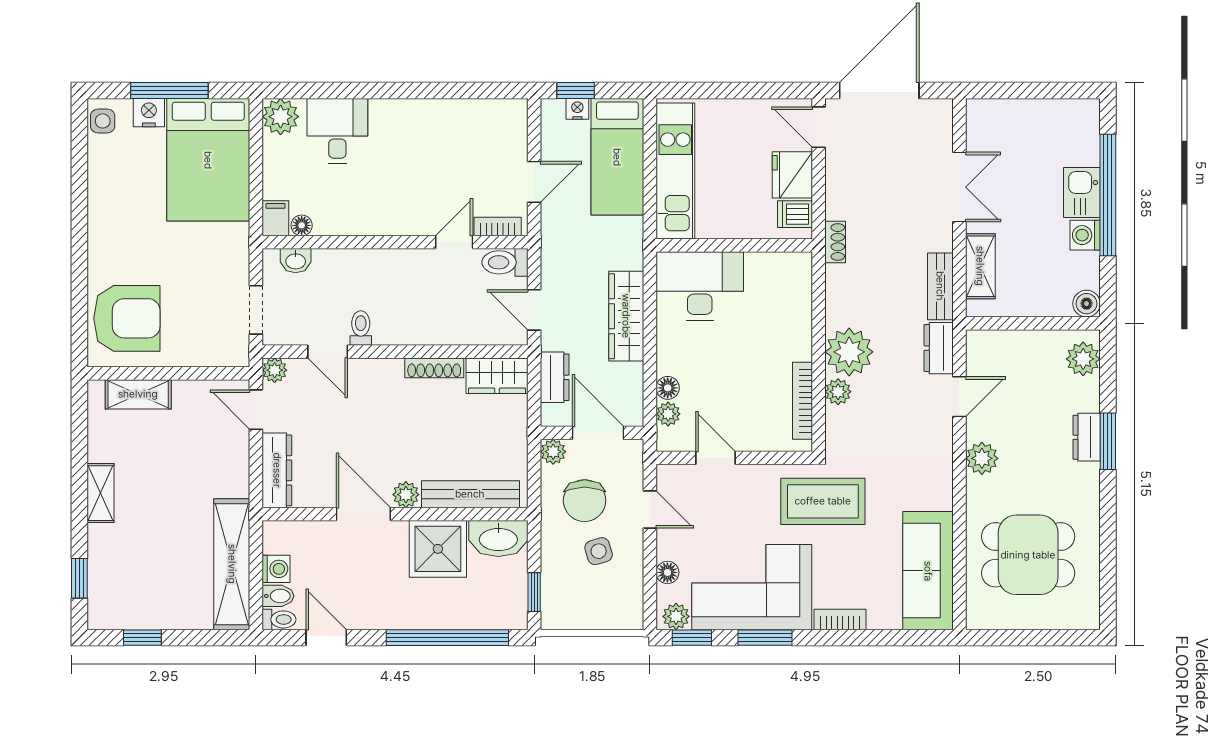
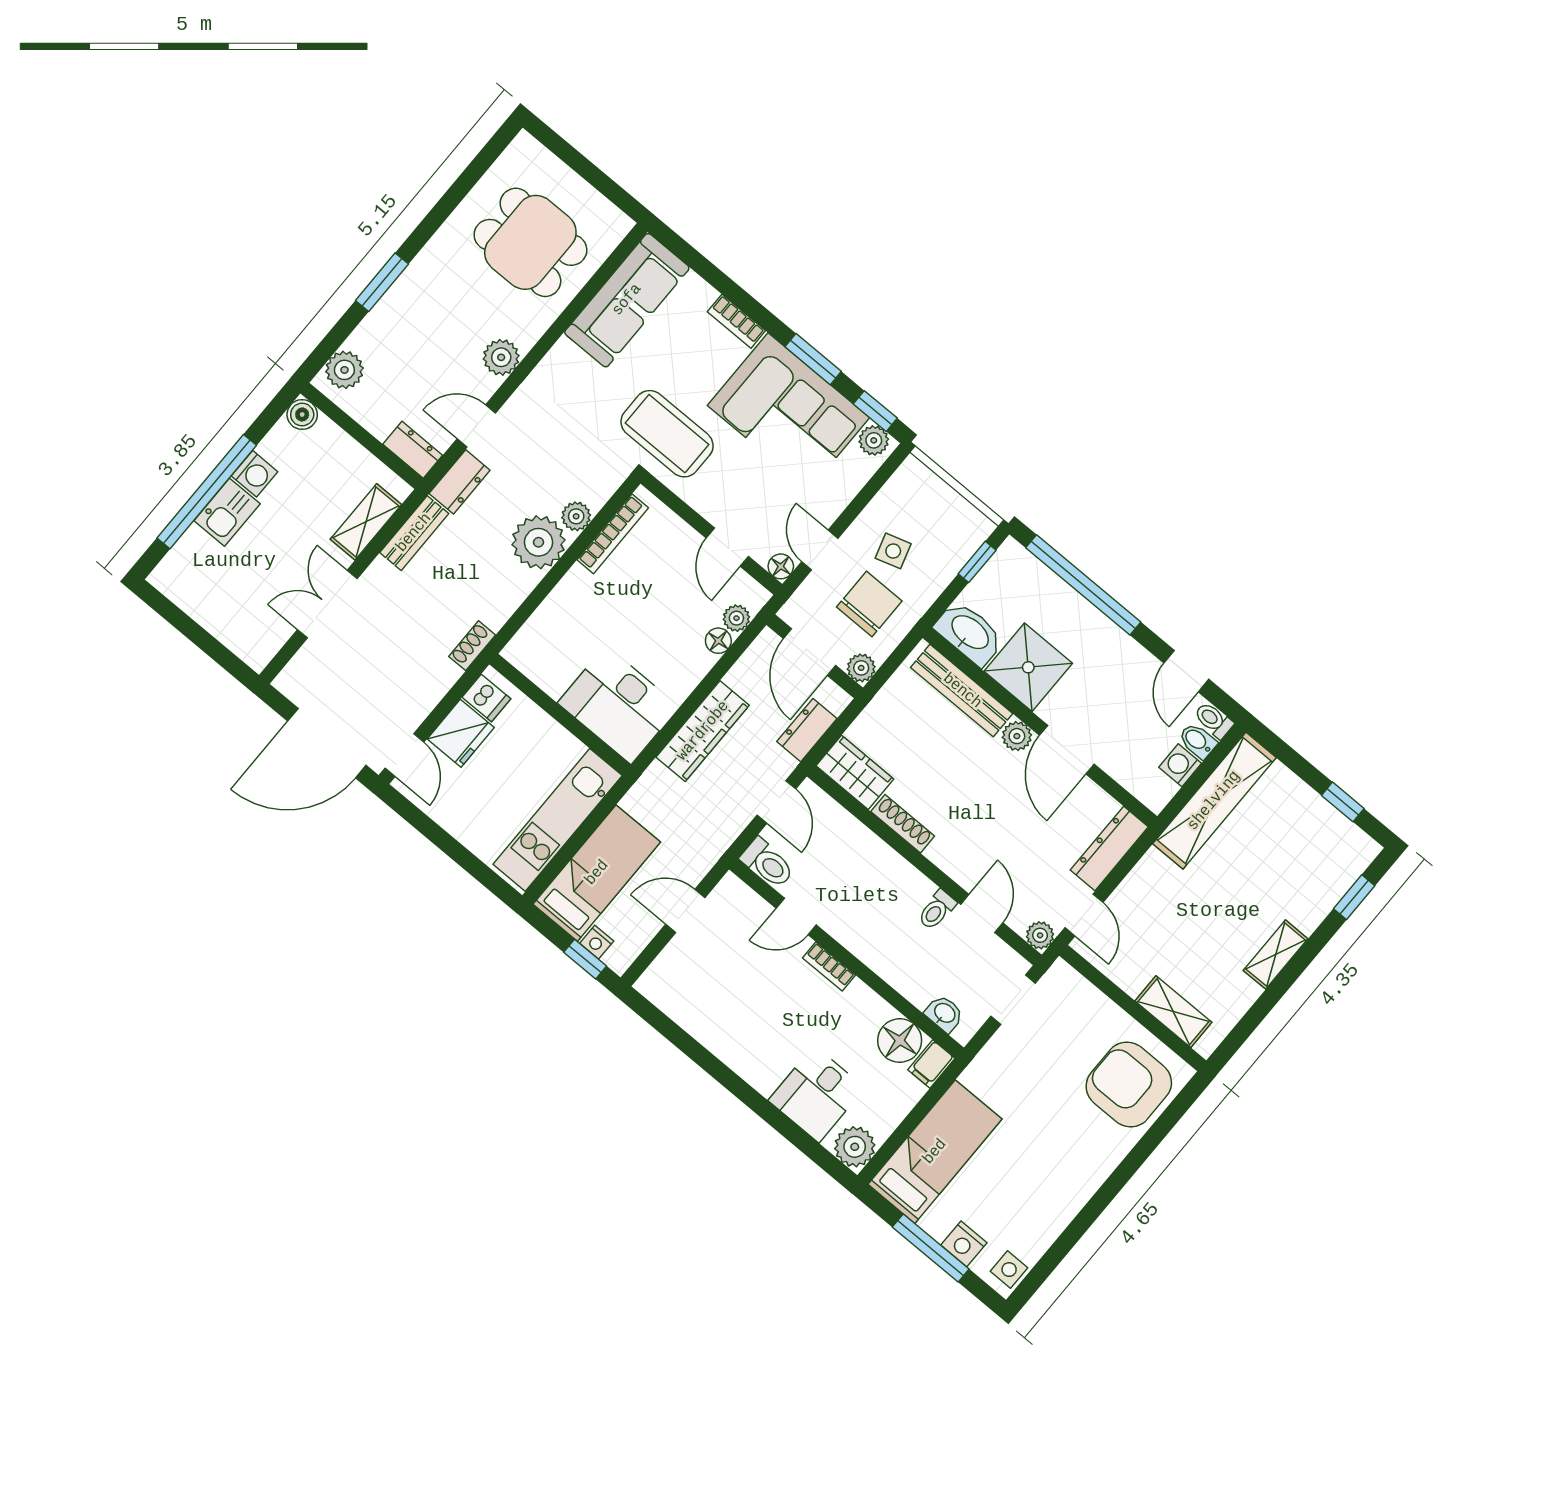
bed: (208, 160) -> (935, 1152), width x0.67
floor lamp: (302, 225) -> (900, 1041), width x1.89, depth x1.89
bookcase: (498, 226) -> (829, 966), moved
dresser: (1087, 437) -> (413, 450), moved, turned -90
floor lamp: (667, 572) -> (781, 566), moved

